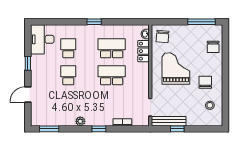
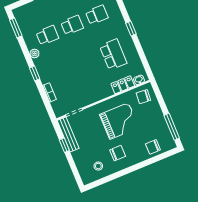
school desk: (112, 75) -> (47, 35), moved, width x0.54

